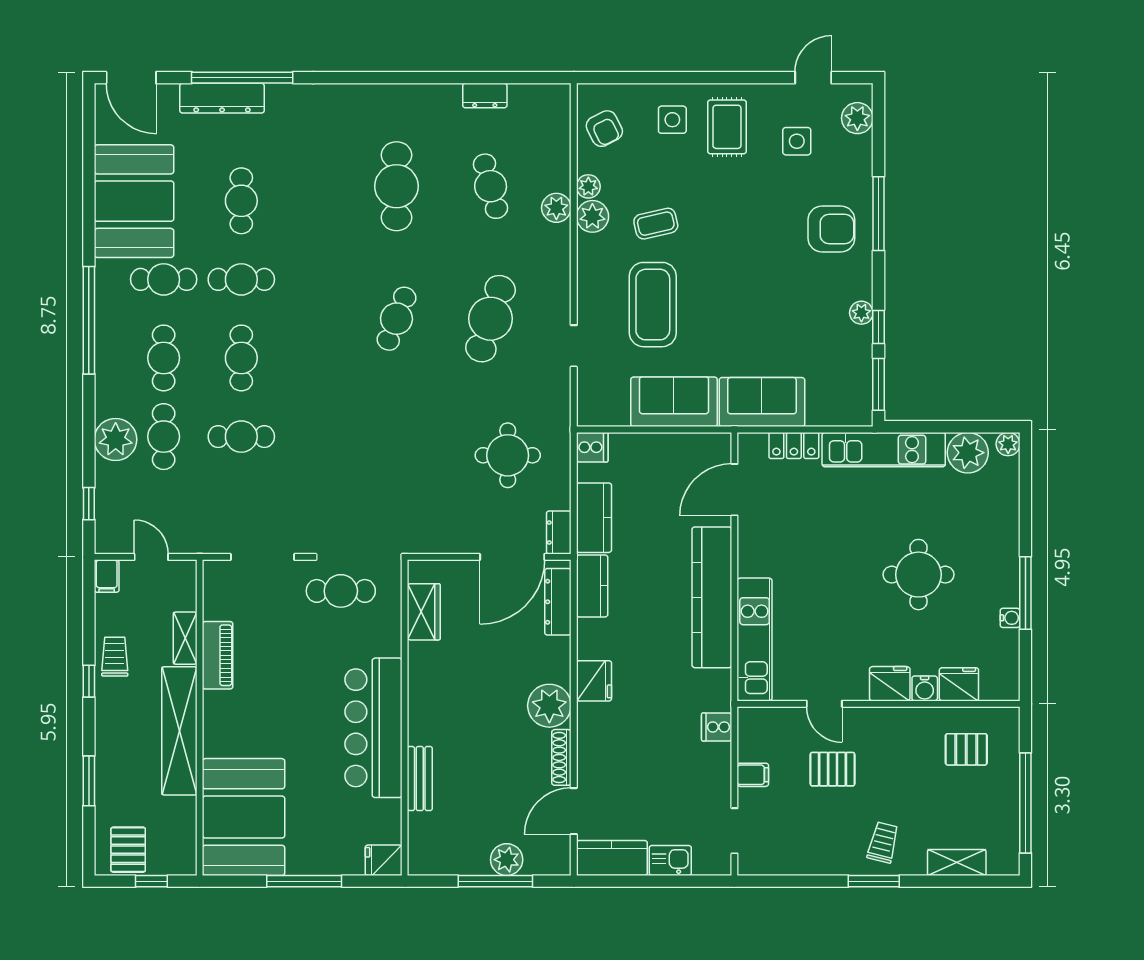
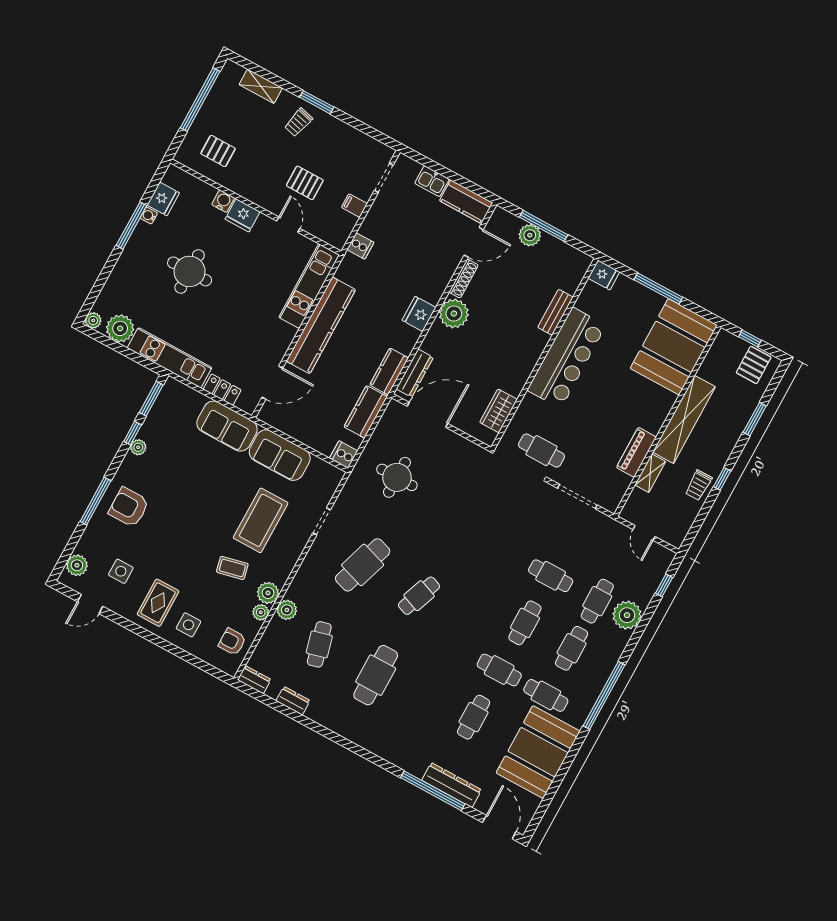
armchair: (604, 129) -> (232, 642), turned -63
dresser: (559, 533) -> (254, 680), moved, turned -90
filing cabinet: (107, 576) -> (677, 536), removed
fridge: (959, 684) -> (163, 199), moved, turned -90

